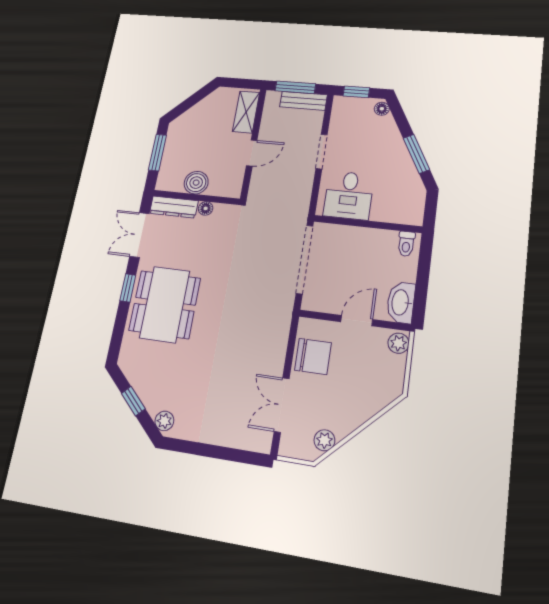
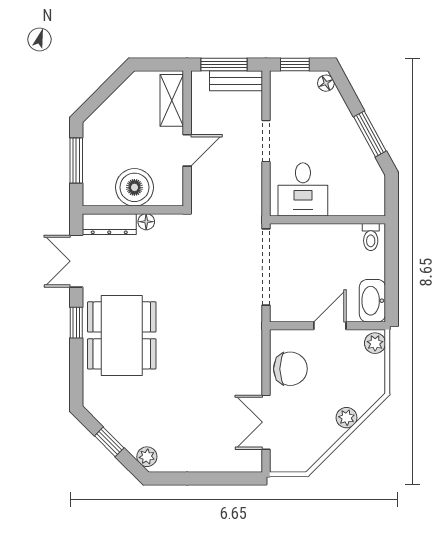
boiler: (196, 183) -> (134, 187), width x1.37, depth x1.37
plant: (324, 440) -> (347, 418), moved

